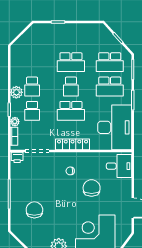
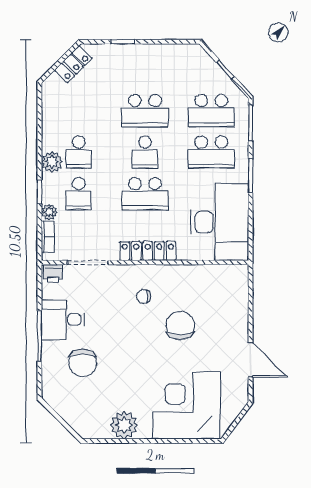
locker: (29, 35) -> (73, 64), added
desk: (119, 166) -> (63, 320), moved, turned 180
chair: (34, 210) -> (83, 363), turned 180

